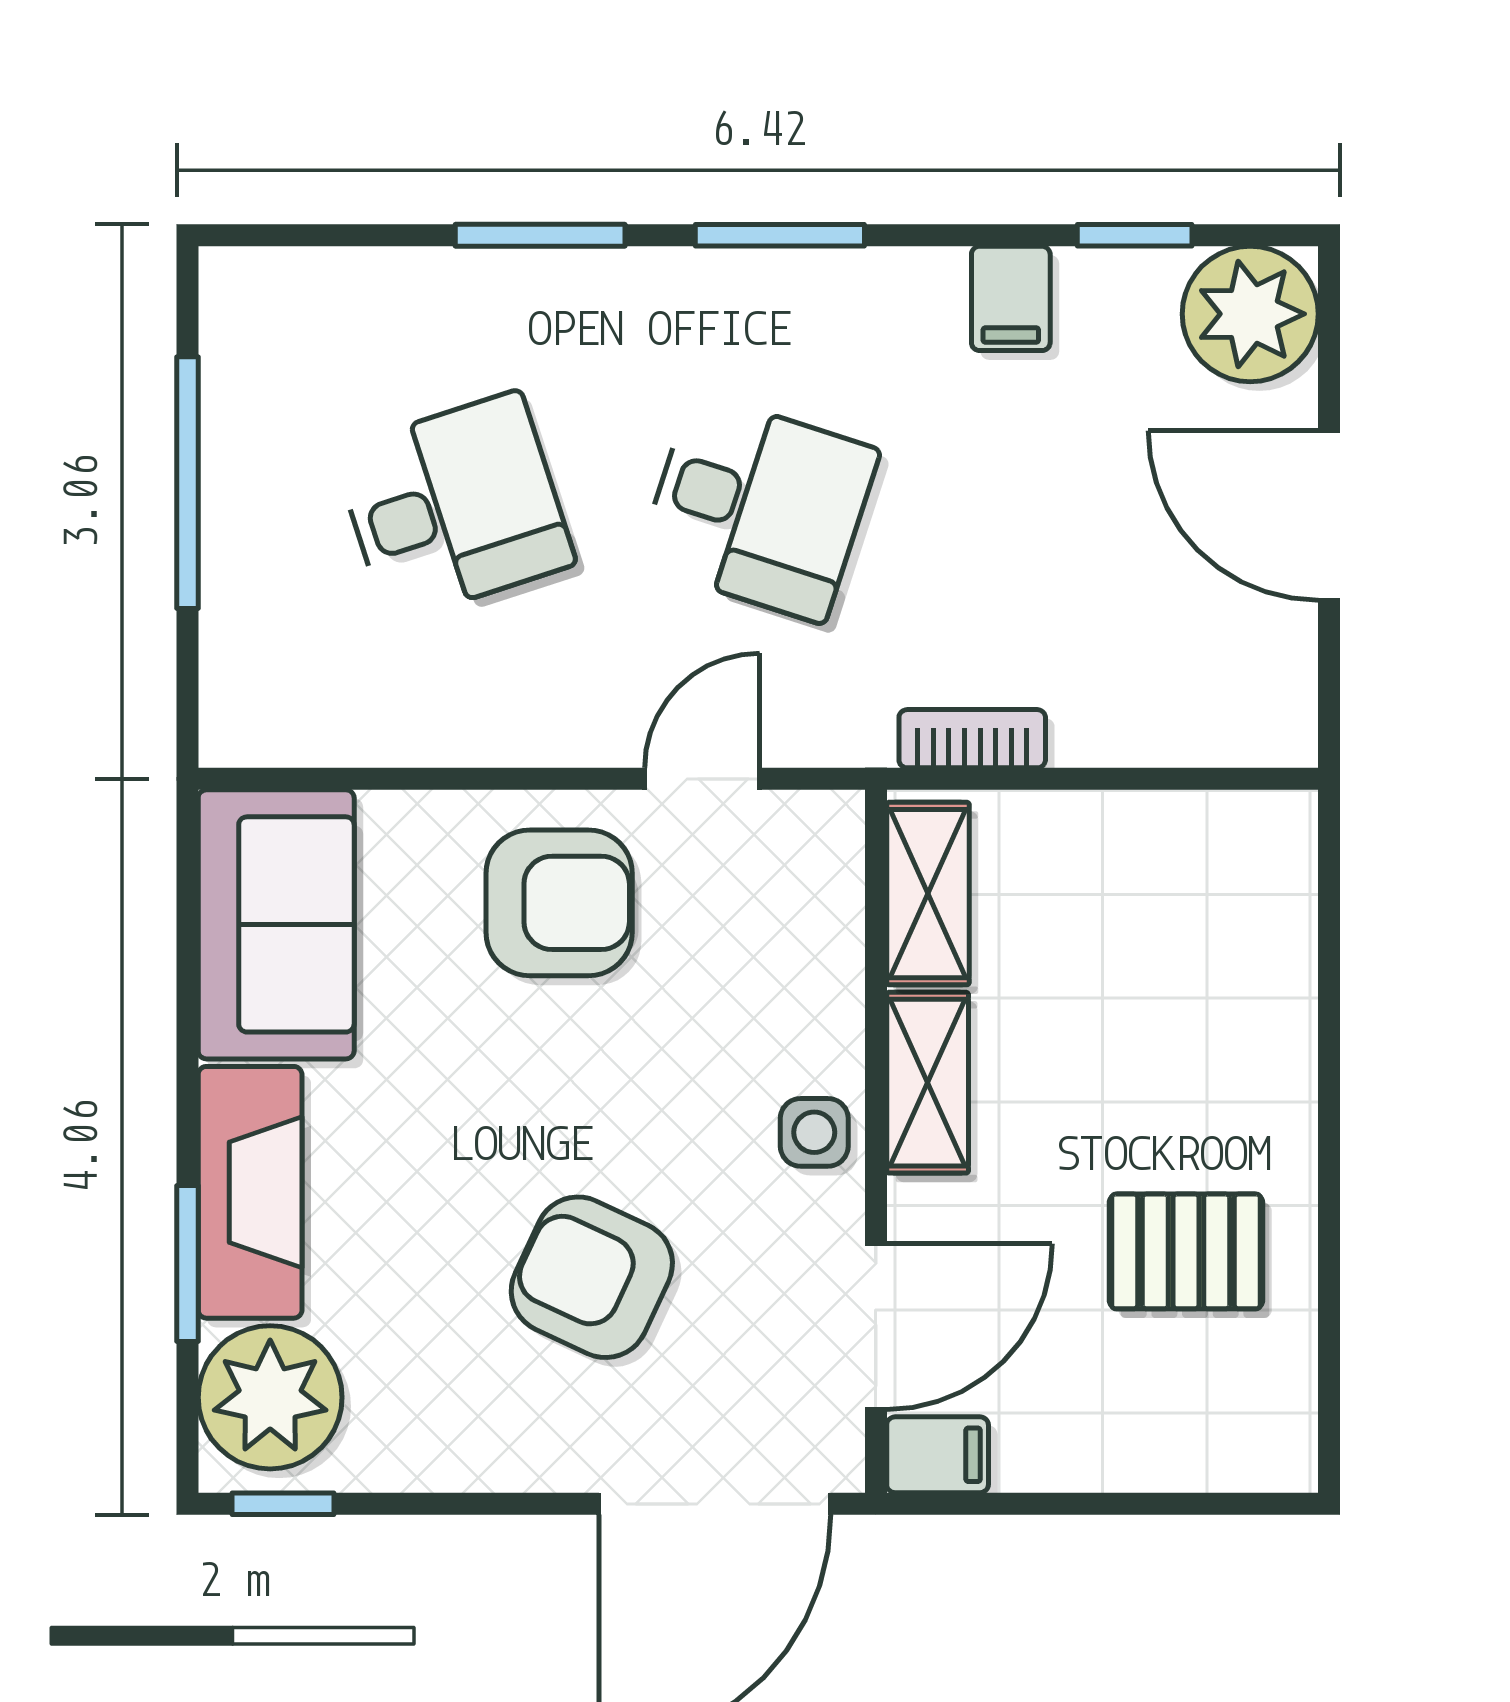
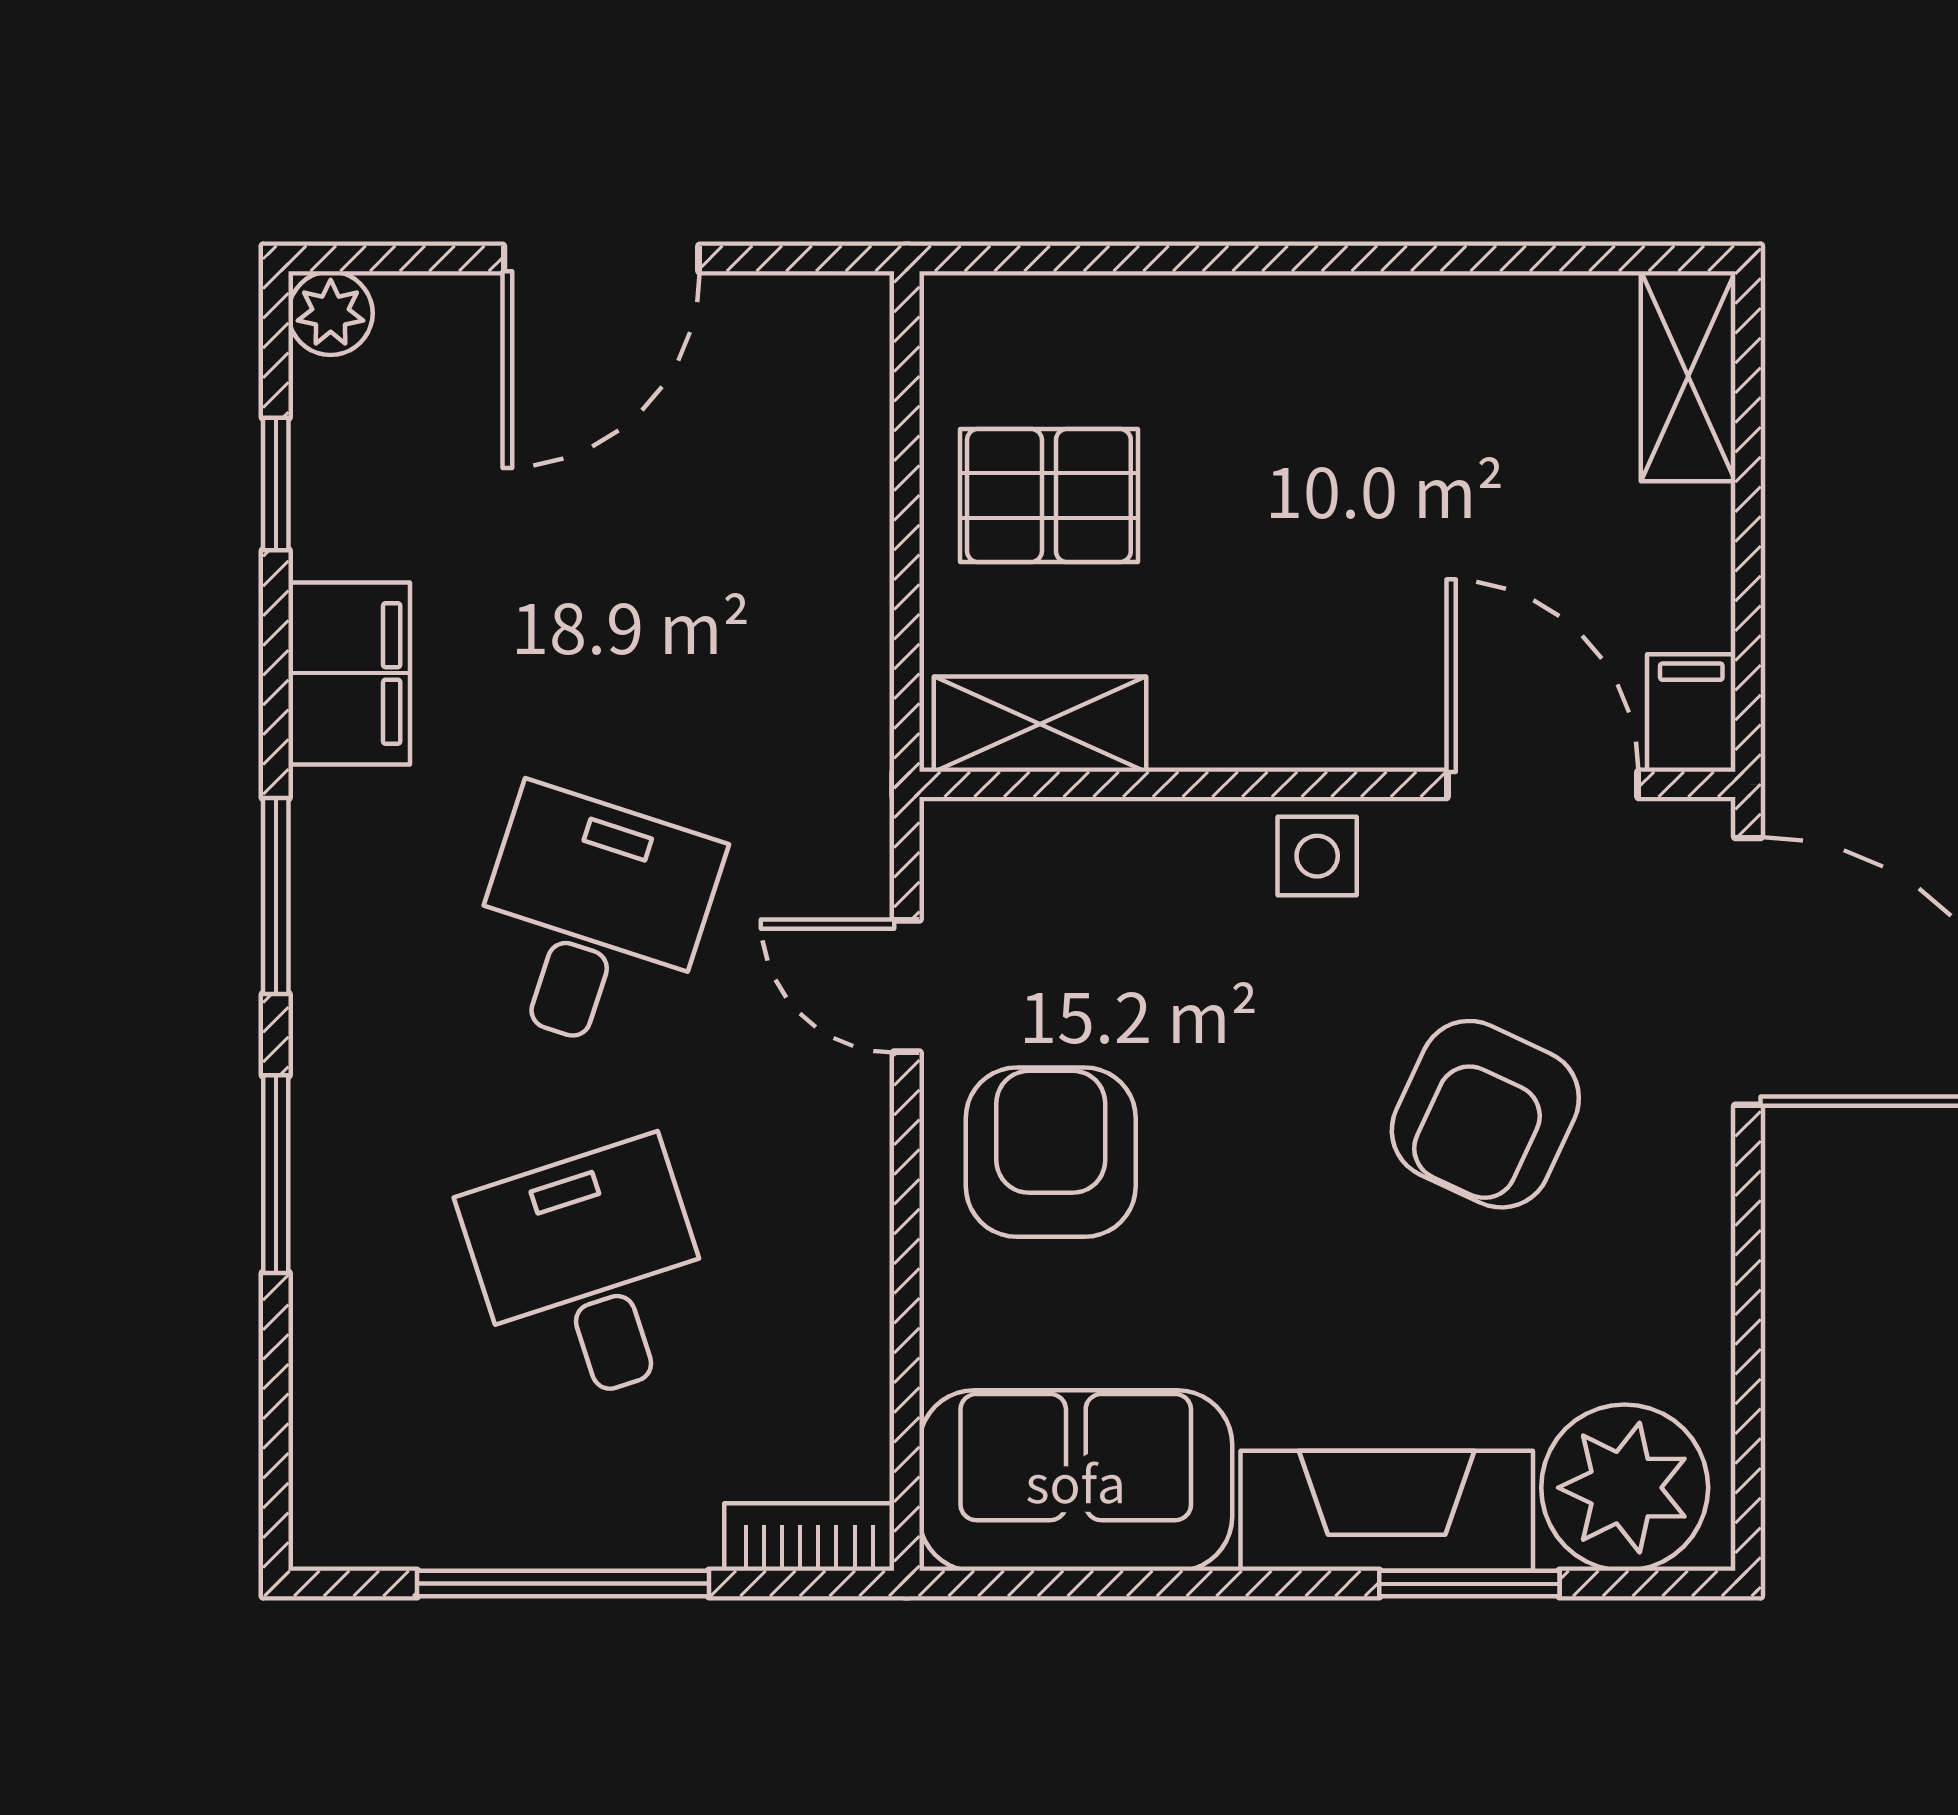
filing cabinet: (1011, 298) -> (349, 673), width x2.00
plant: (1250, 314) -> (331, 313), width x0.53, depth x0.53
bookcase: (972, 739) -> (809, 1537), moved, turned 90
shelving: (928, 1083) -> (1688, 376), moved, turned 90
pallet: (1186, 1251) -> (1049, 496), moved, turned 90
window: (283, 1504) -> (1748, 1473), removed

